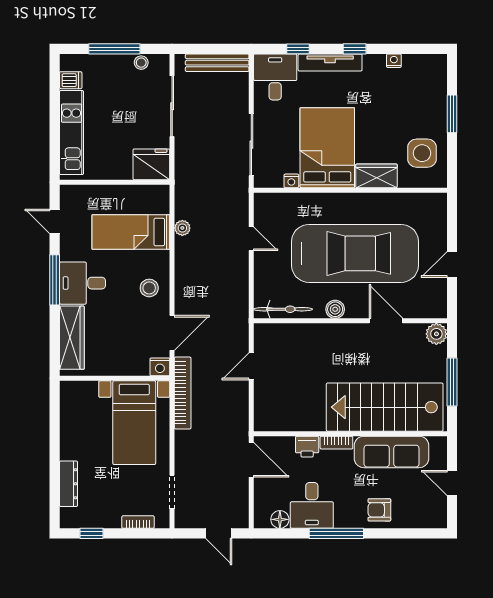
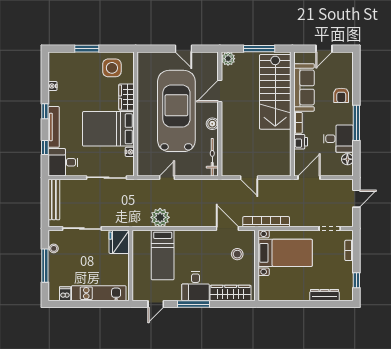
plant: (182, 228) -> (160, 217), width x1.88, depth x1.88
stool: (149, 288) -> (237, 254), moved
nightstand: (160, 367) -> (249, 236), removed

